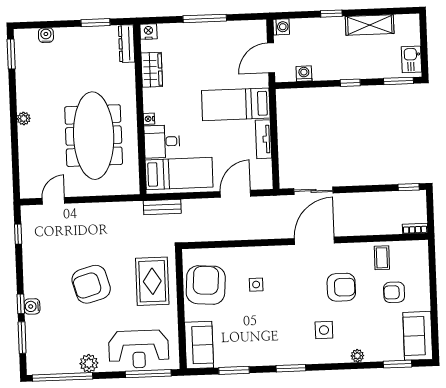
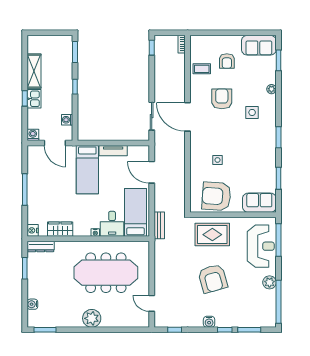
kitchen sink: (411, 59) -> (34, 99), moved, turned -90
plant: (24, 119) -> (92, 318), width x1.88, depth x1.88
water cooler: (32, 306) -> (209, 322), moved

